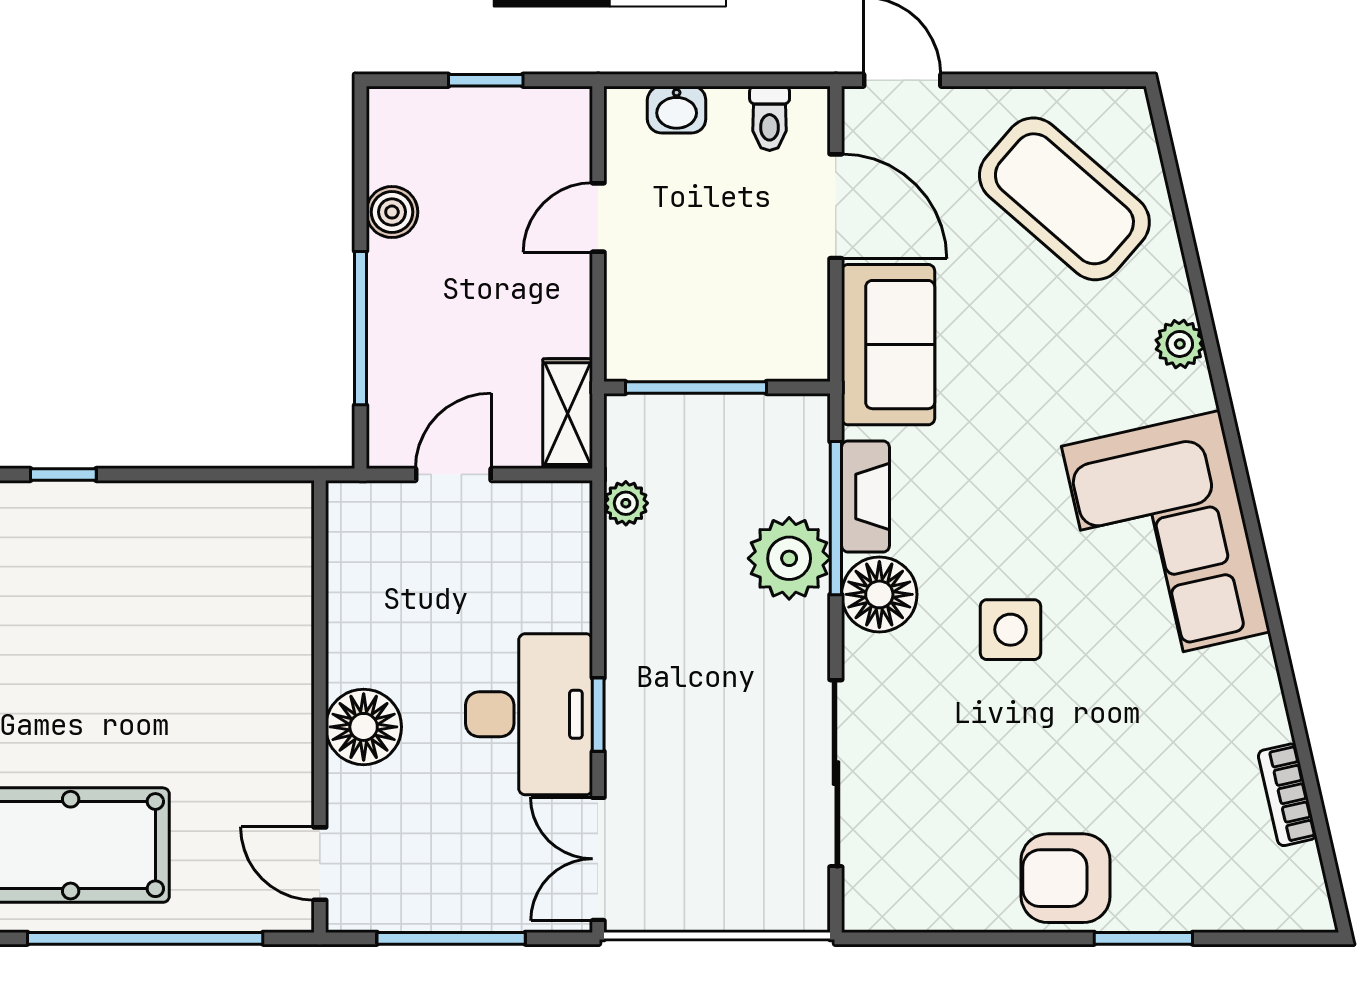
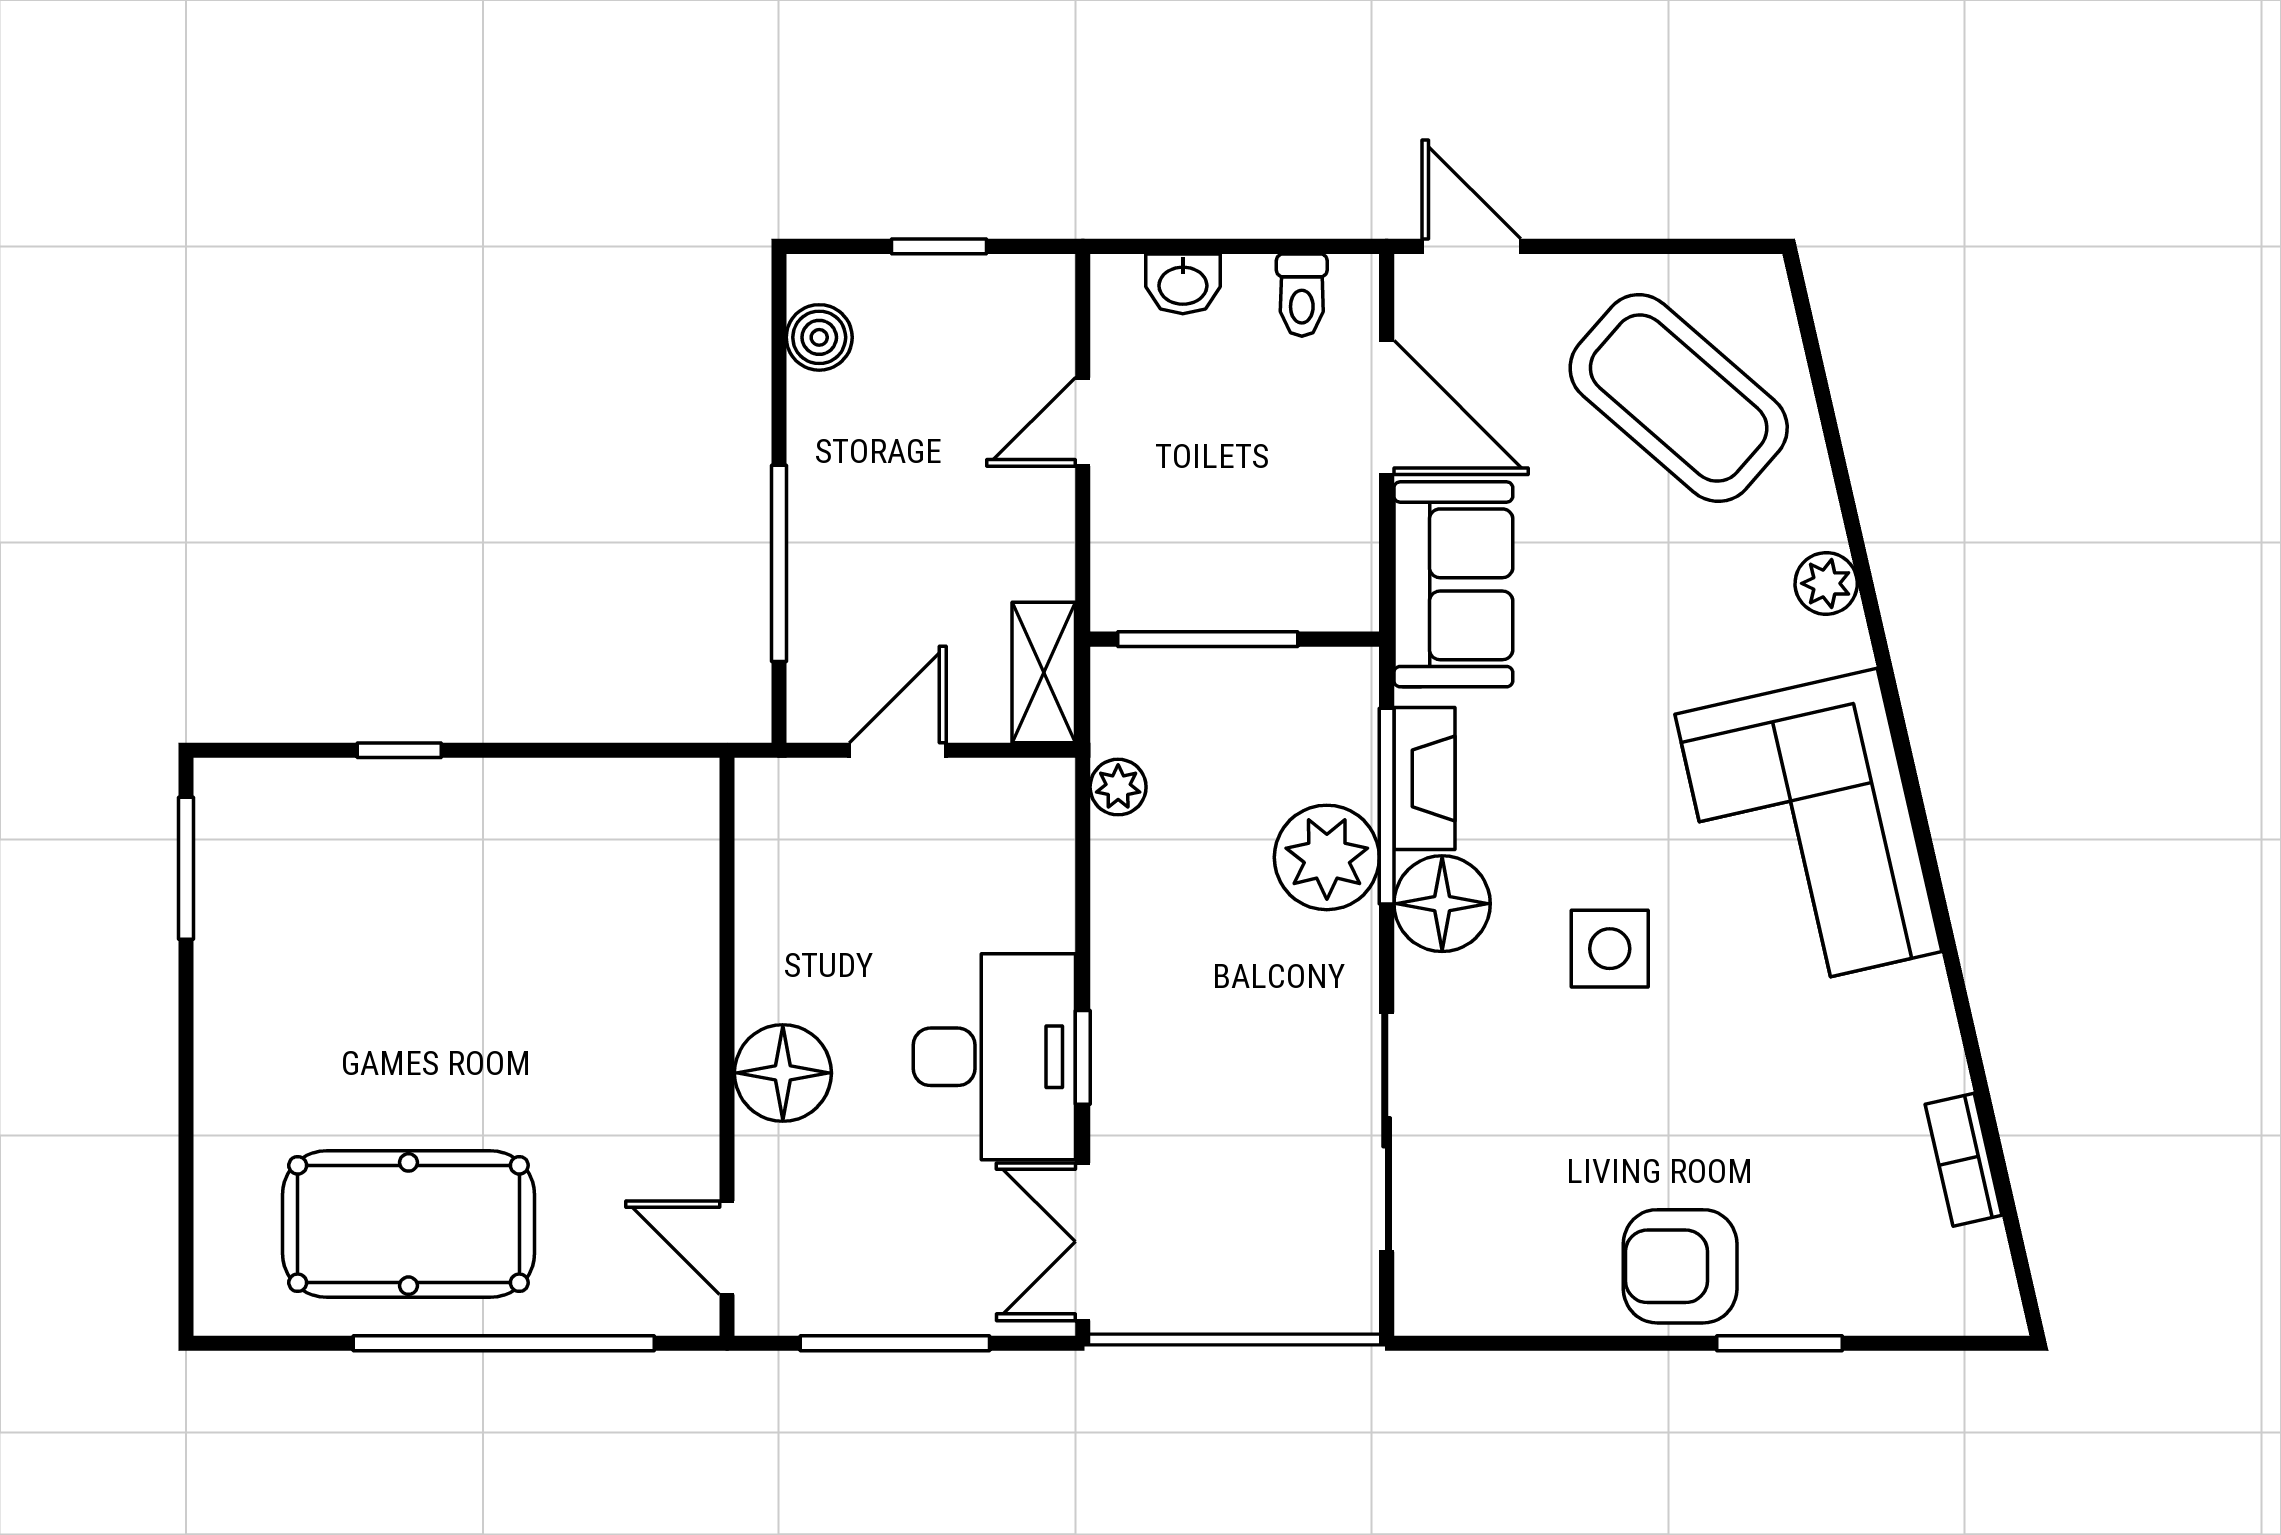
boiler: (392, 212) -> (819, 337), moved

